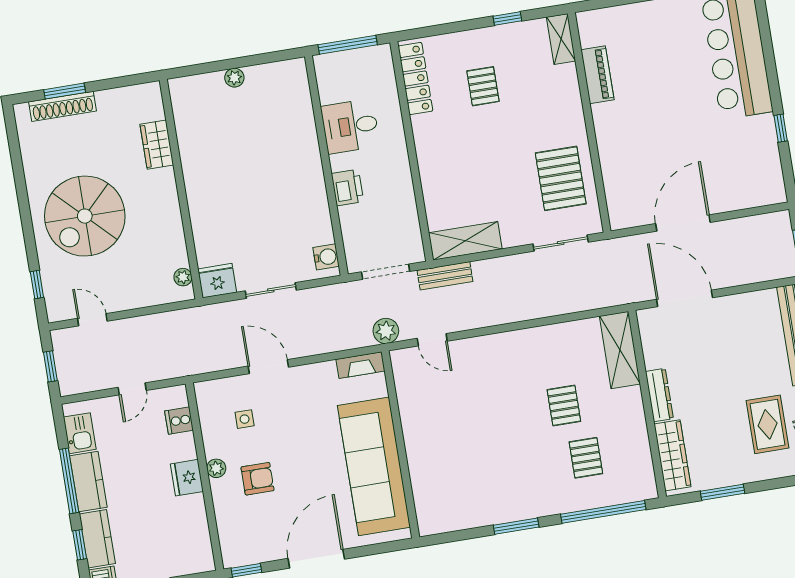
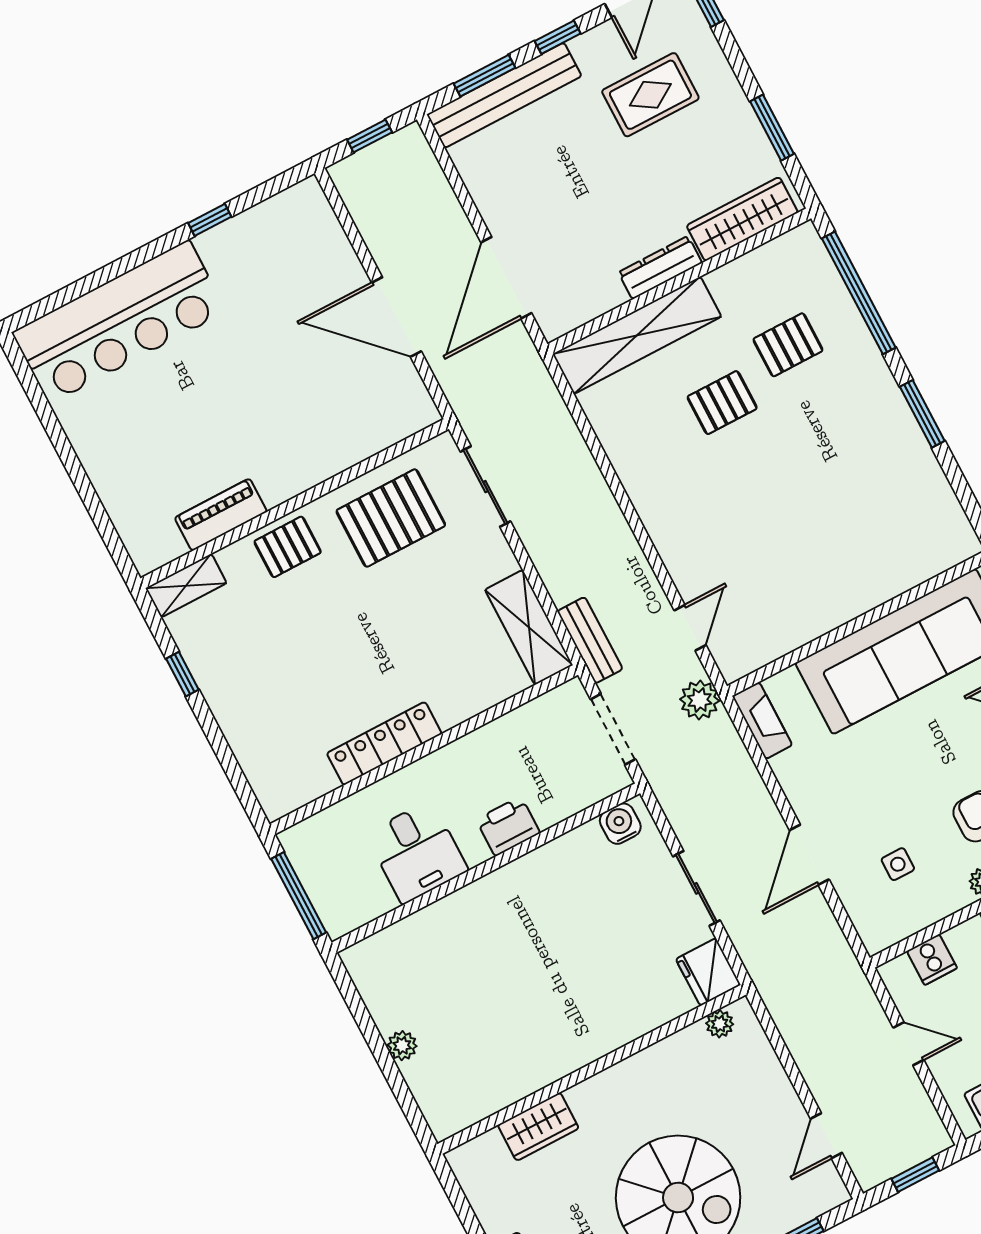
locker: (415, 79) -> (384, 743), moved
pallet: (483, 86) -> (288, 547), moved
shelving: (620, 350) -> (637, 335), width x1.47

